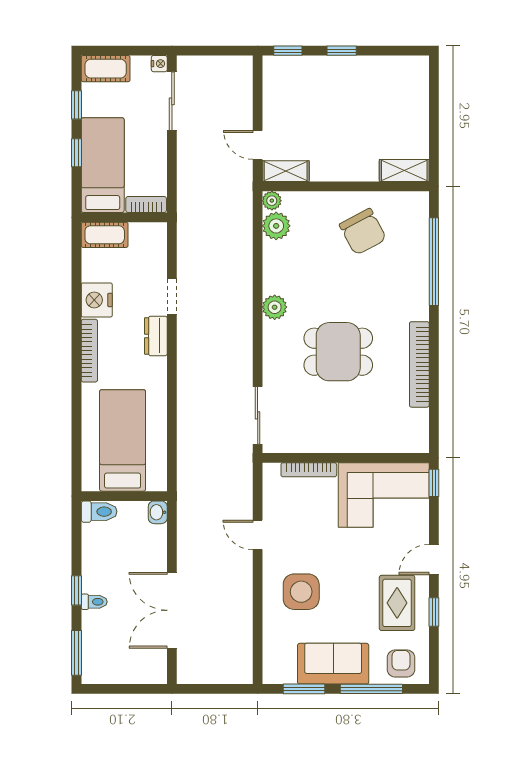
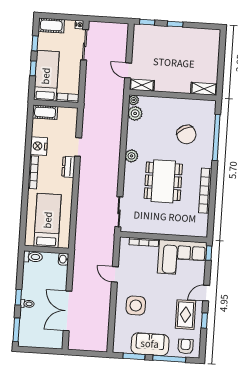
chair: (363, 232) -> (186, 134), moved
dining table: (338, 352) -> (163, 181), width x1.38

